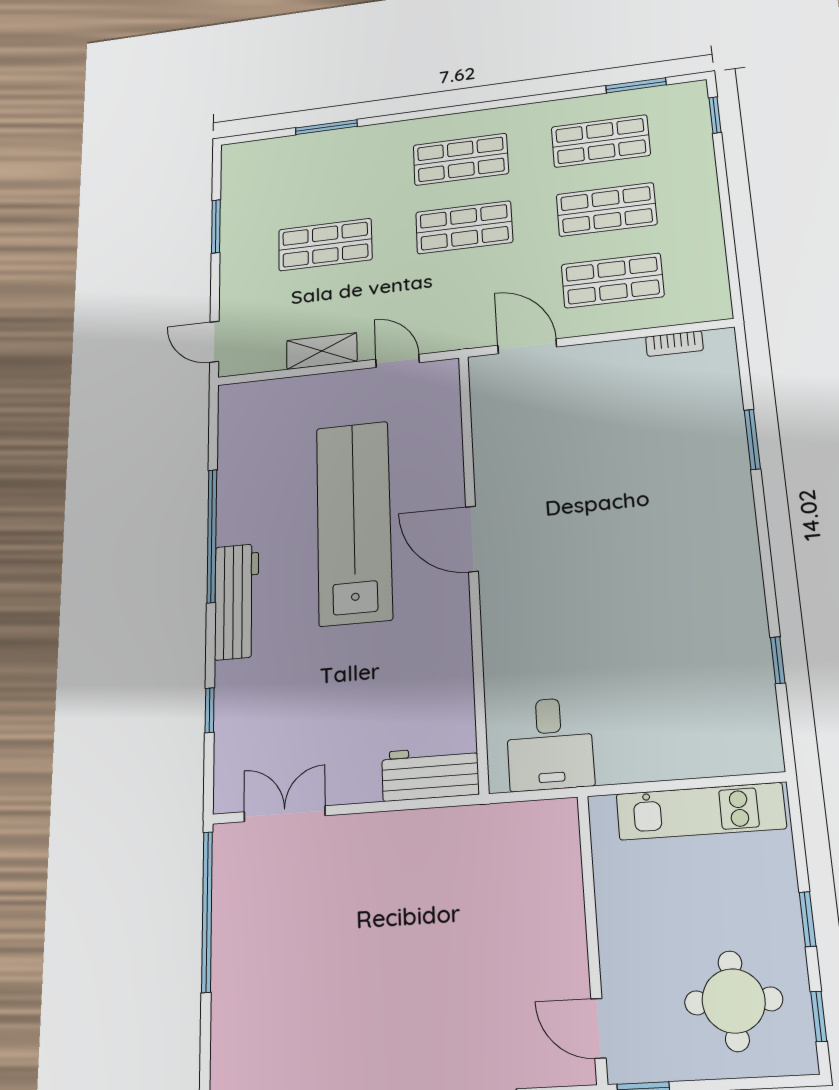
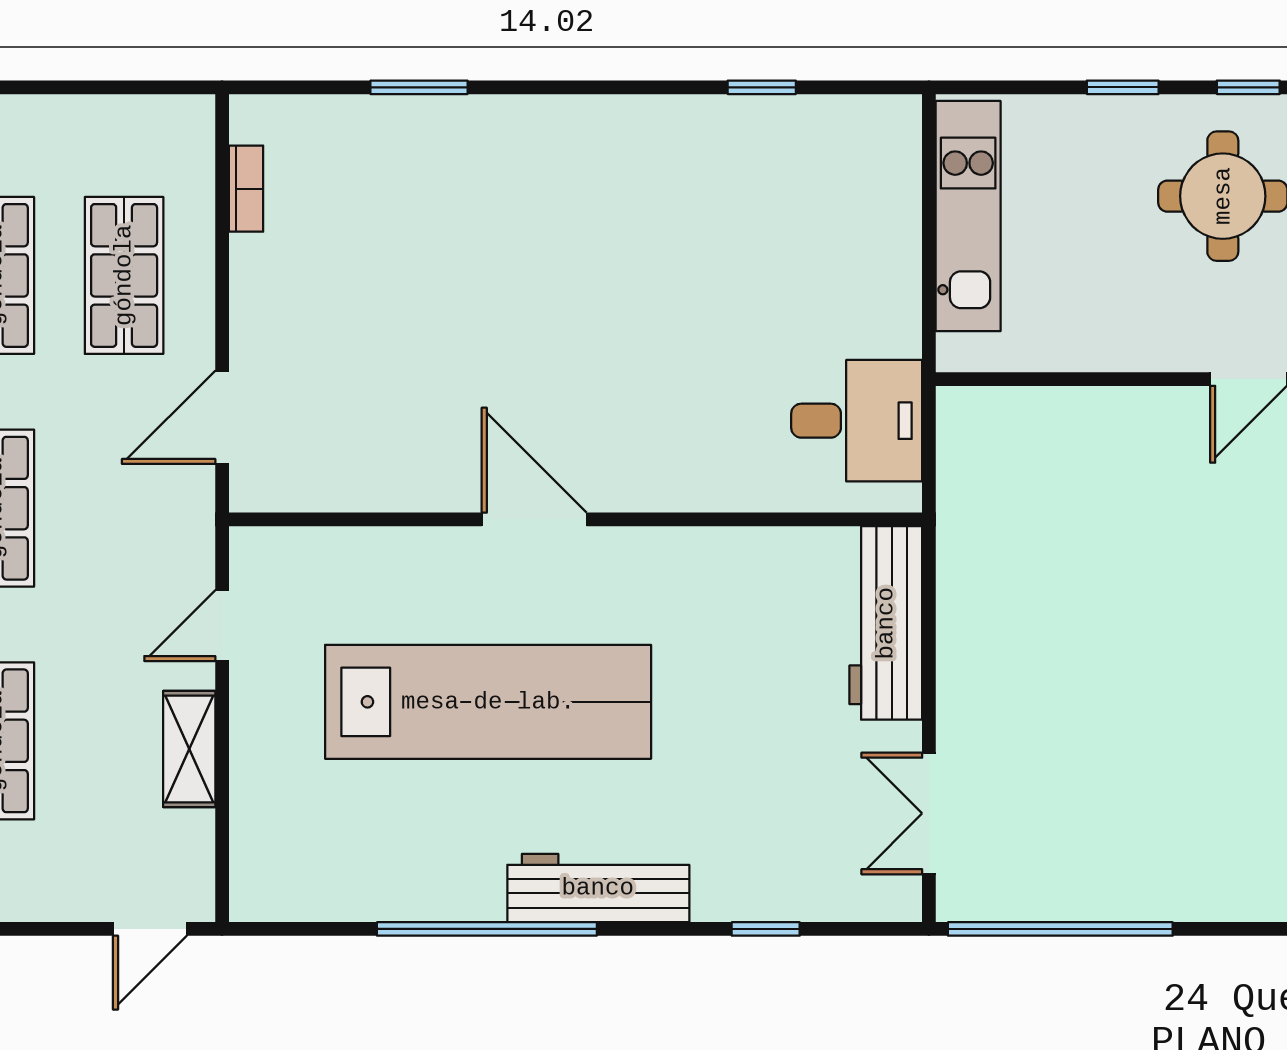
lab bench: (354, 522) -> (488, 702), turned 180
door: (472, 539) -> (534, 519), swing flipped
workbench: (430, 773) -> (886, 623), width x1.38

